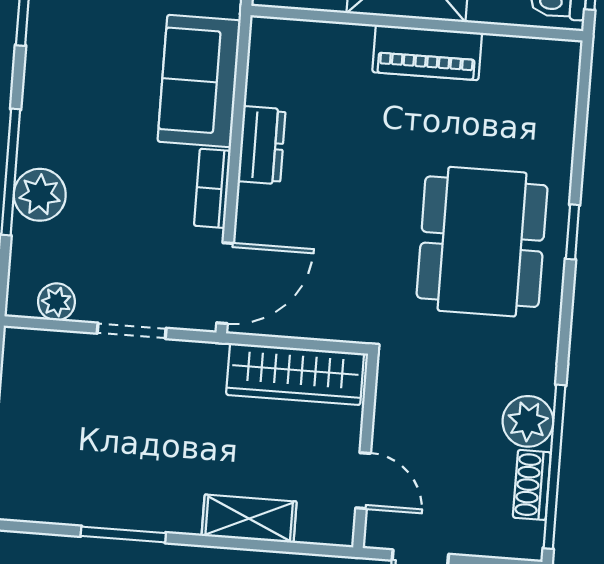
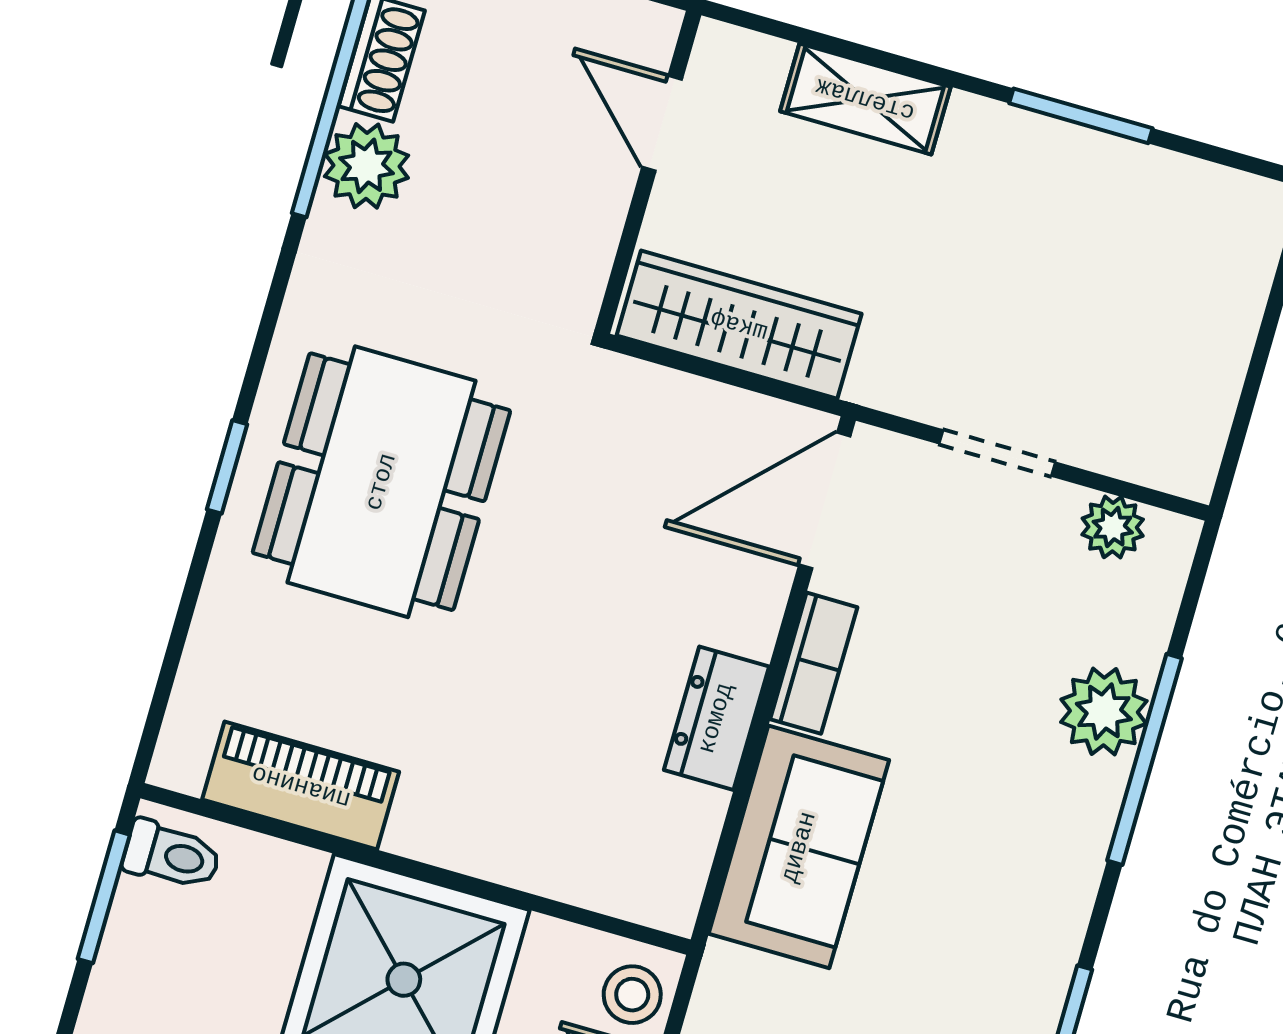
piano: (427, 52) -> (301, 786), moved

